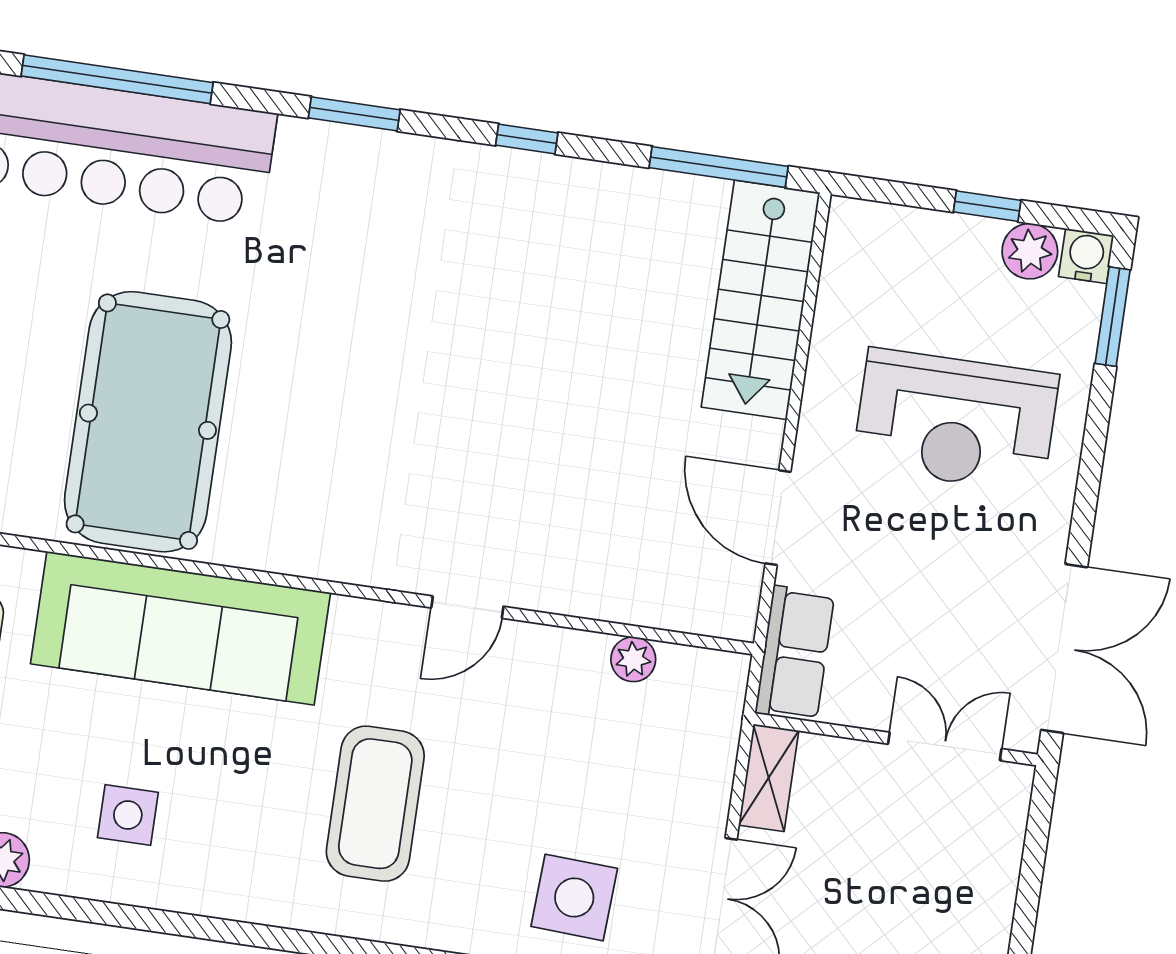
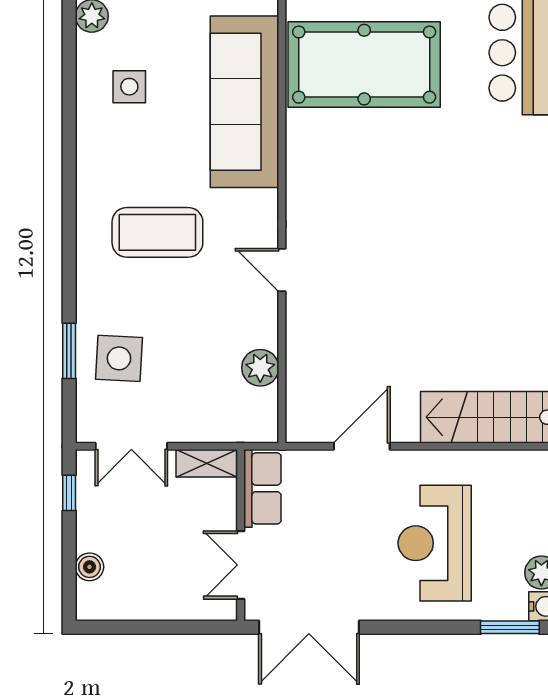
row of seats: (795, 654) -> (262, 488), moved, turned -90
plant: (633, 659) -> (260, 368), width x1.38, depth x1.38
double door: (945, 746) -> (241, 565), swing flipped

